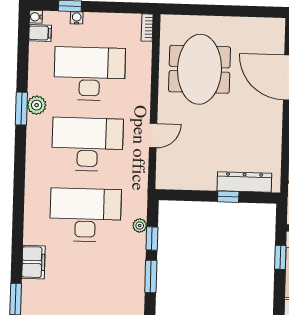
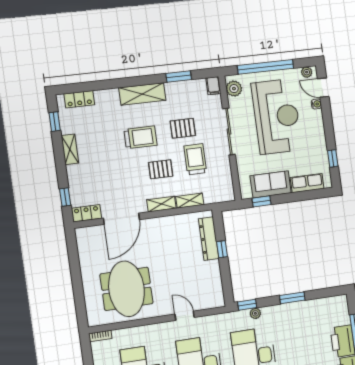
meeting table: (200, 69) -> (127, 289), turned 90
window: (152, 239) -> (247, 305), moved

